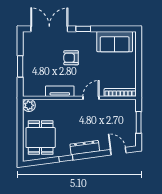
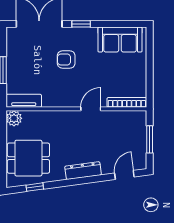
tv unit: (60, 91) -> (24, 101), moved
dining table: (41, 138) -> (28, 158), turned 90
door: (118, 151) -> (124, 175), hinge flipped
window: (66, 158) -> (35, 187), moved

